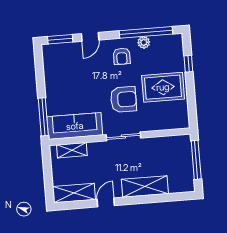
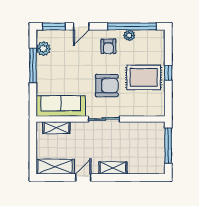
window: (188, 64) -> (168, 73), moved
plant: (51, 65) -> (43, 49), added
window: (43, 117) -> (33, 65), moved
shelving: (145, 186) -> (113, 168), width x0.67, depth x0.75

